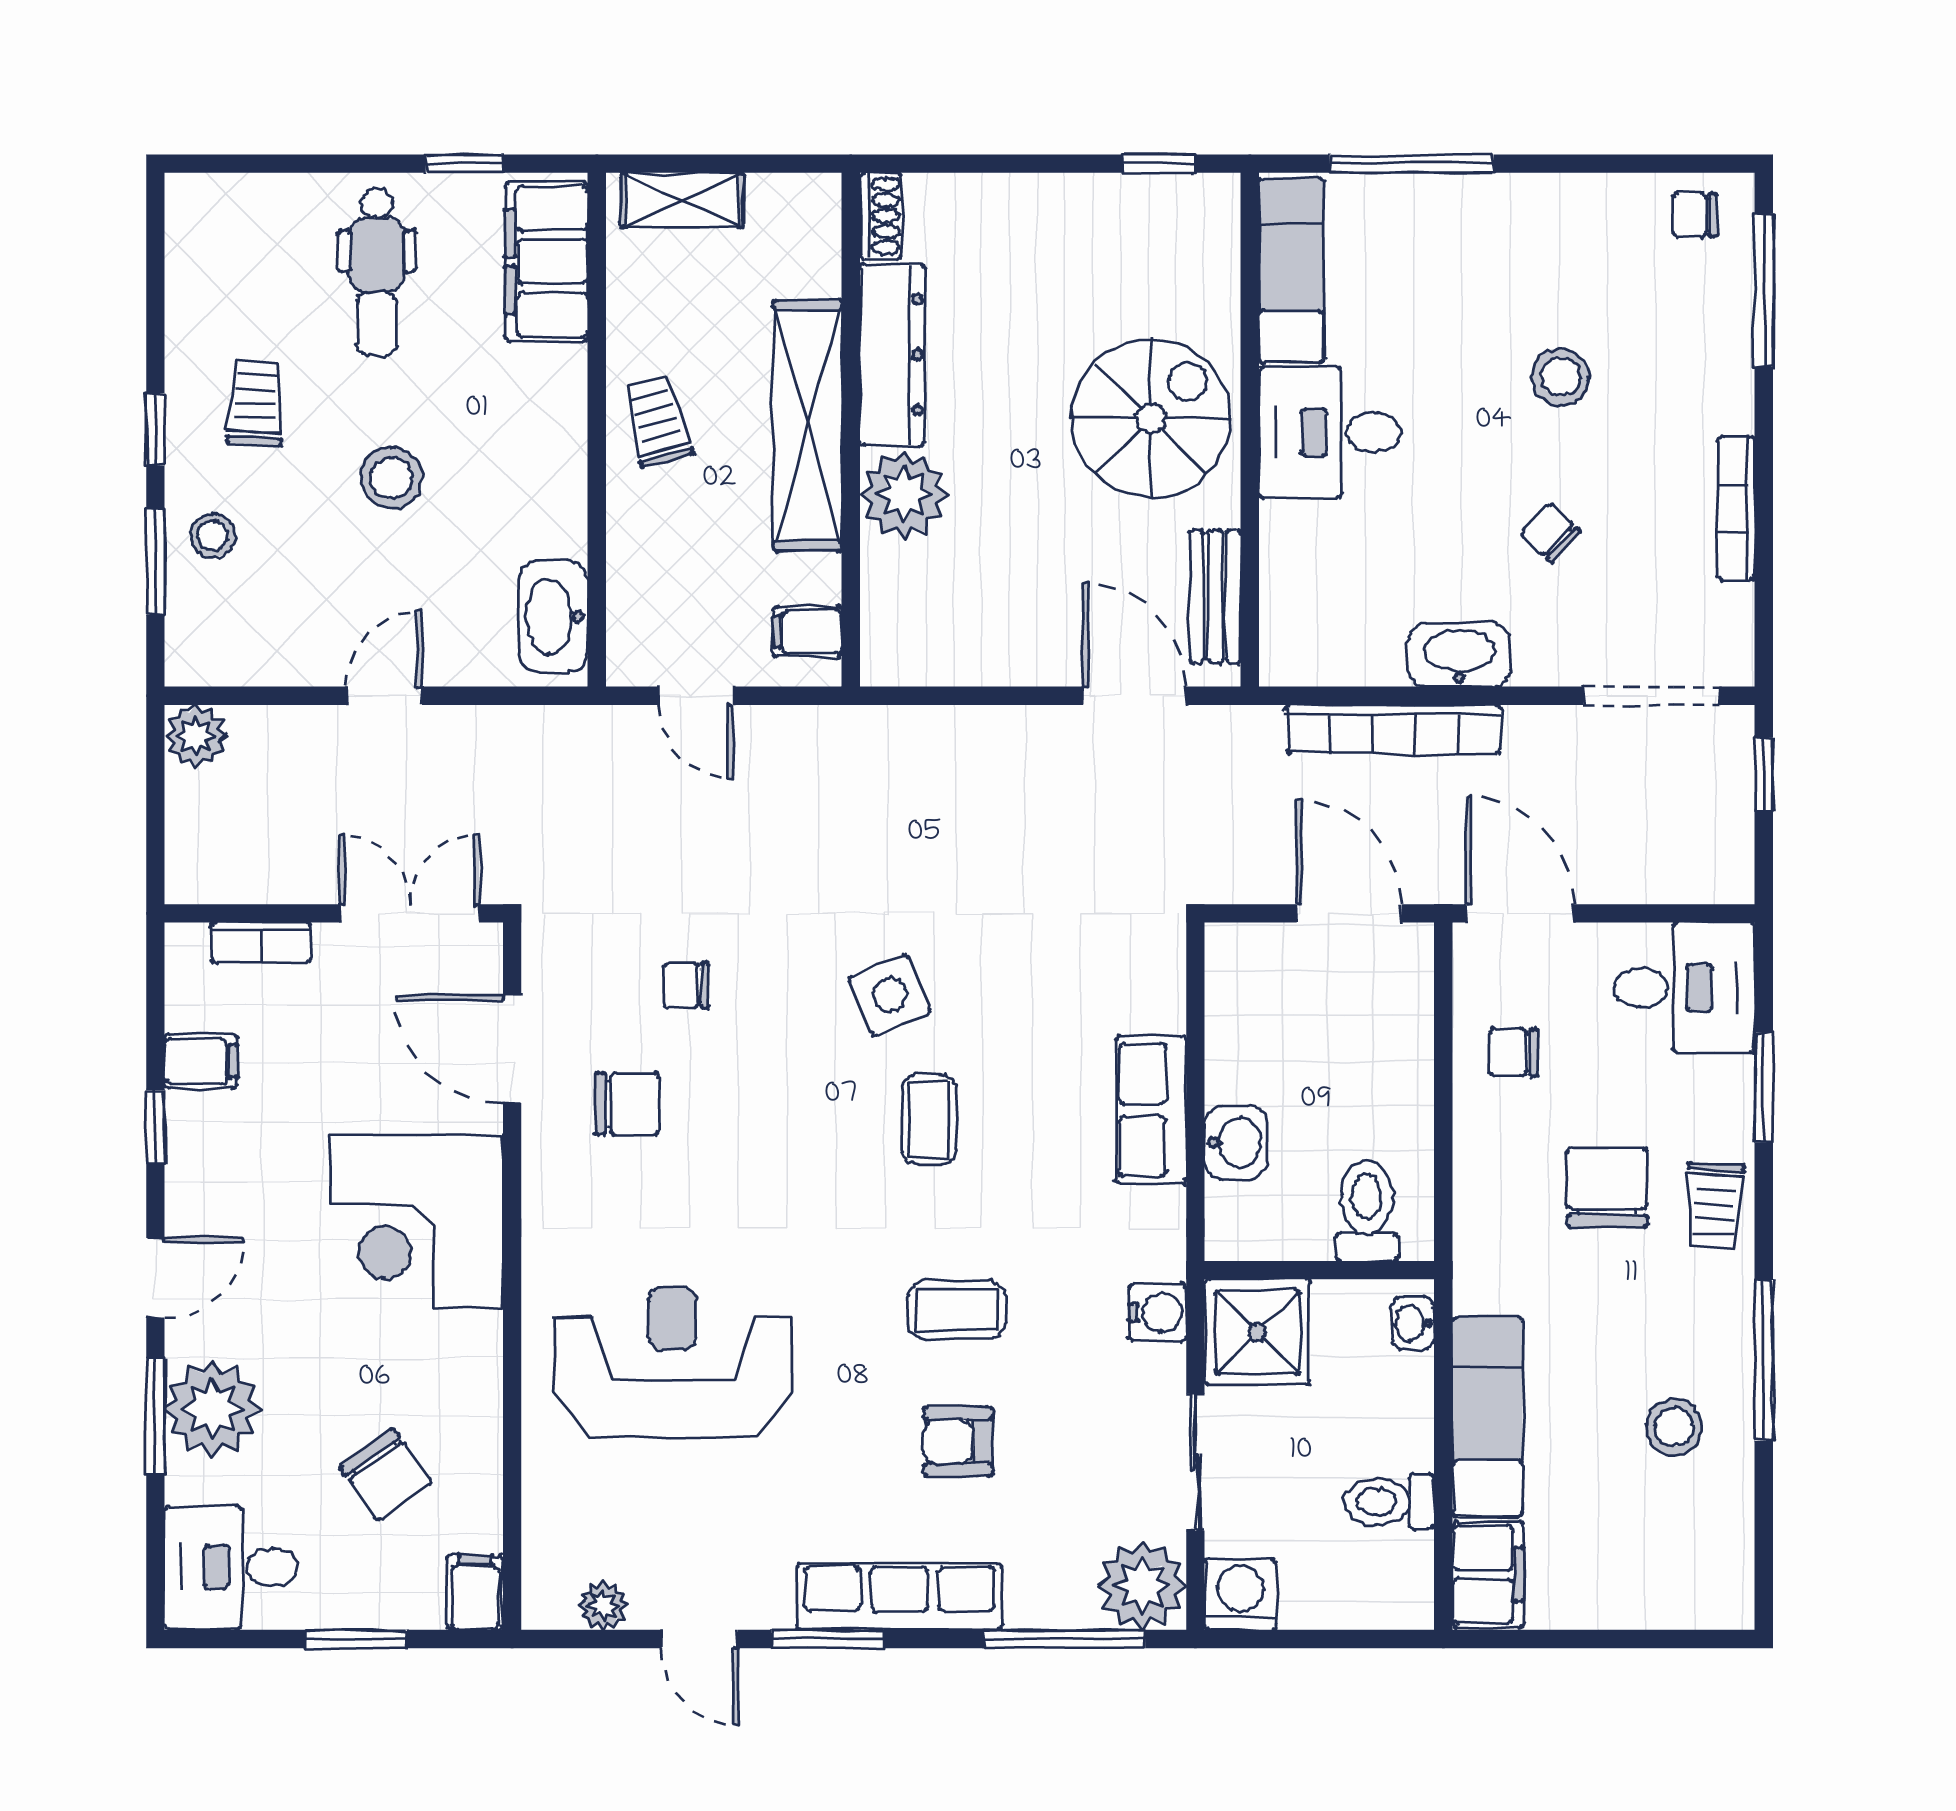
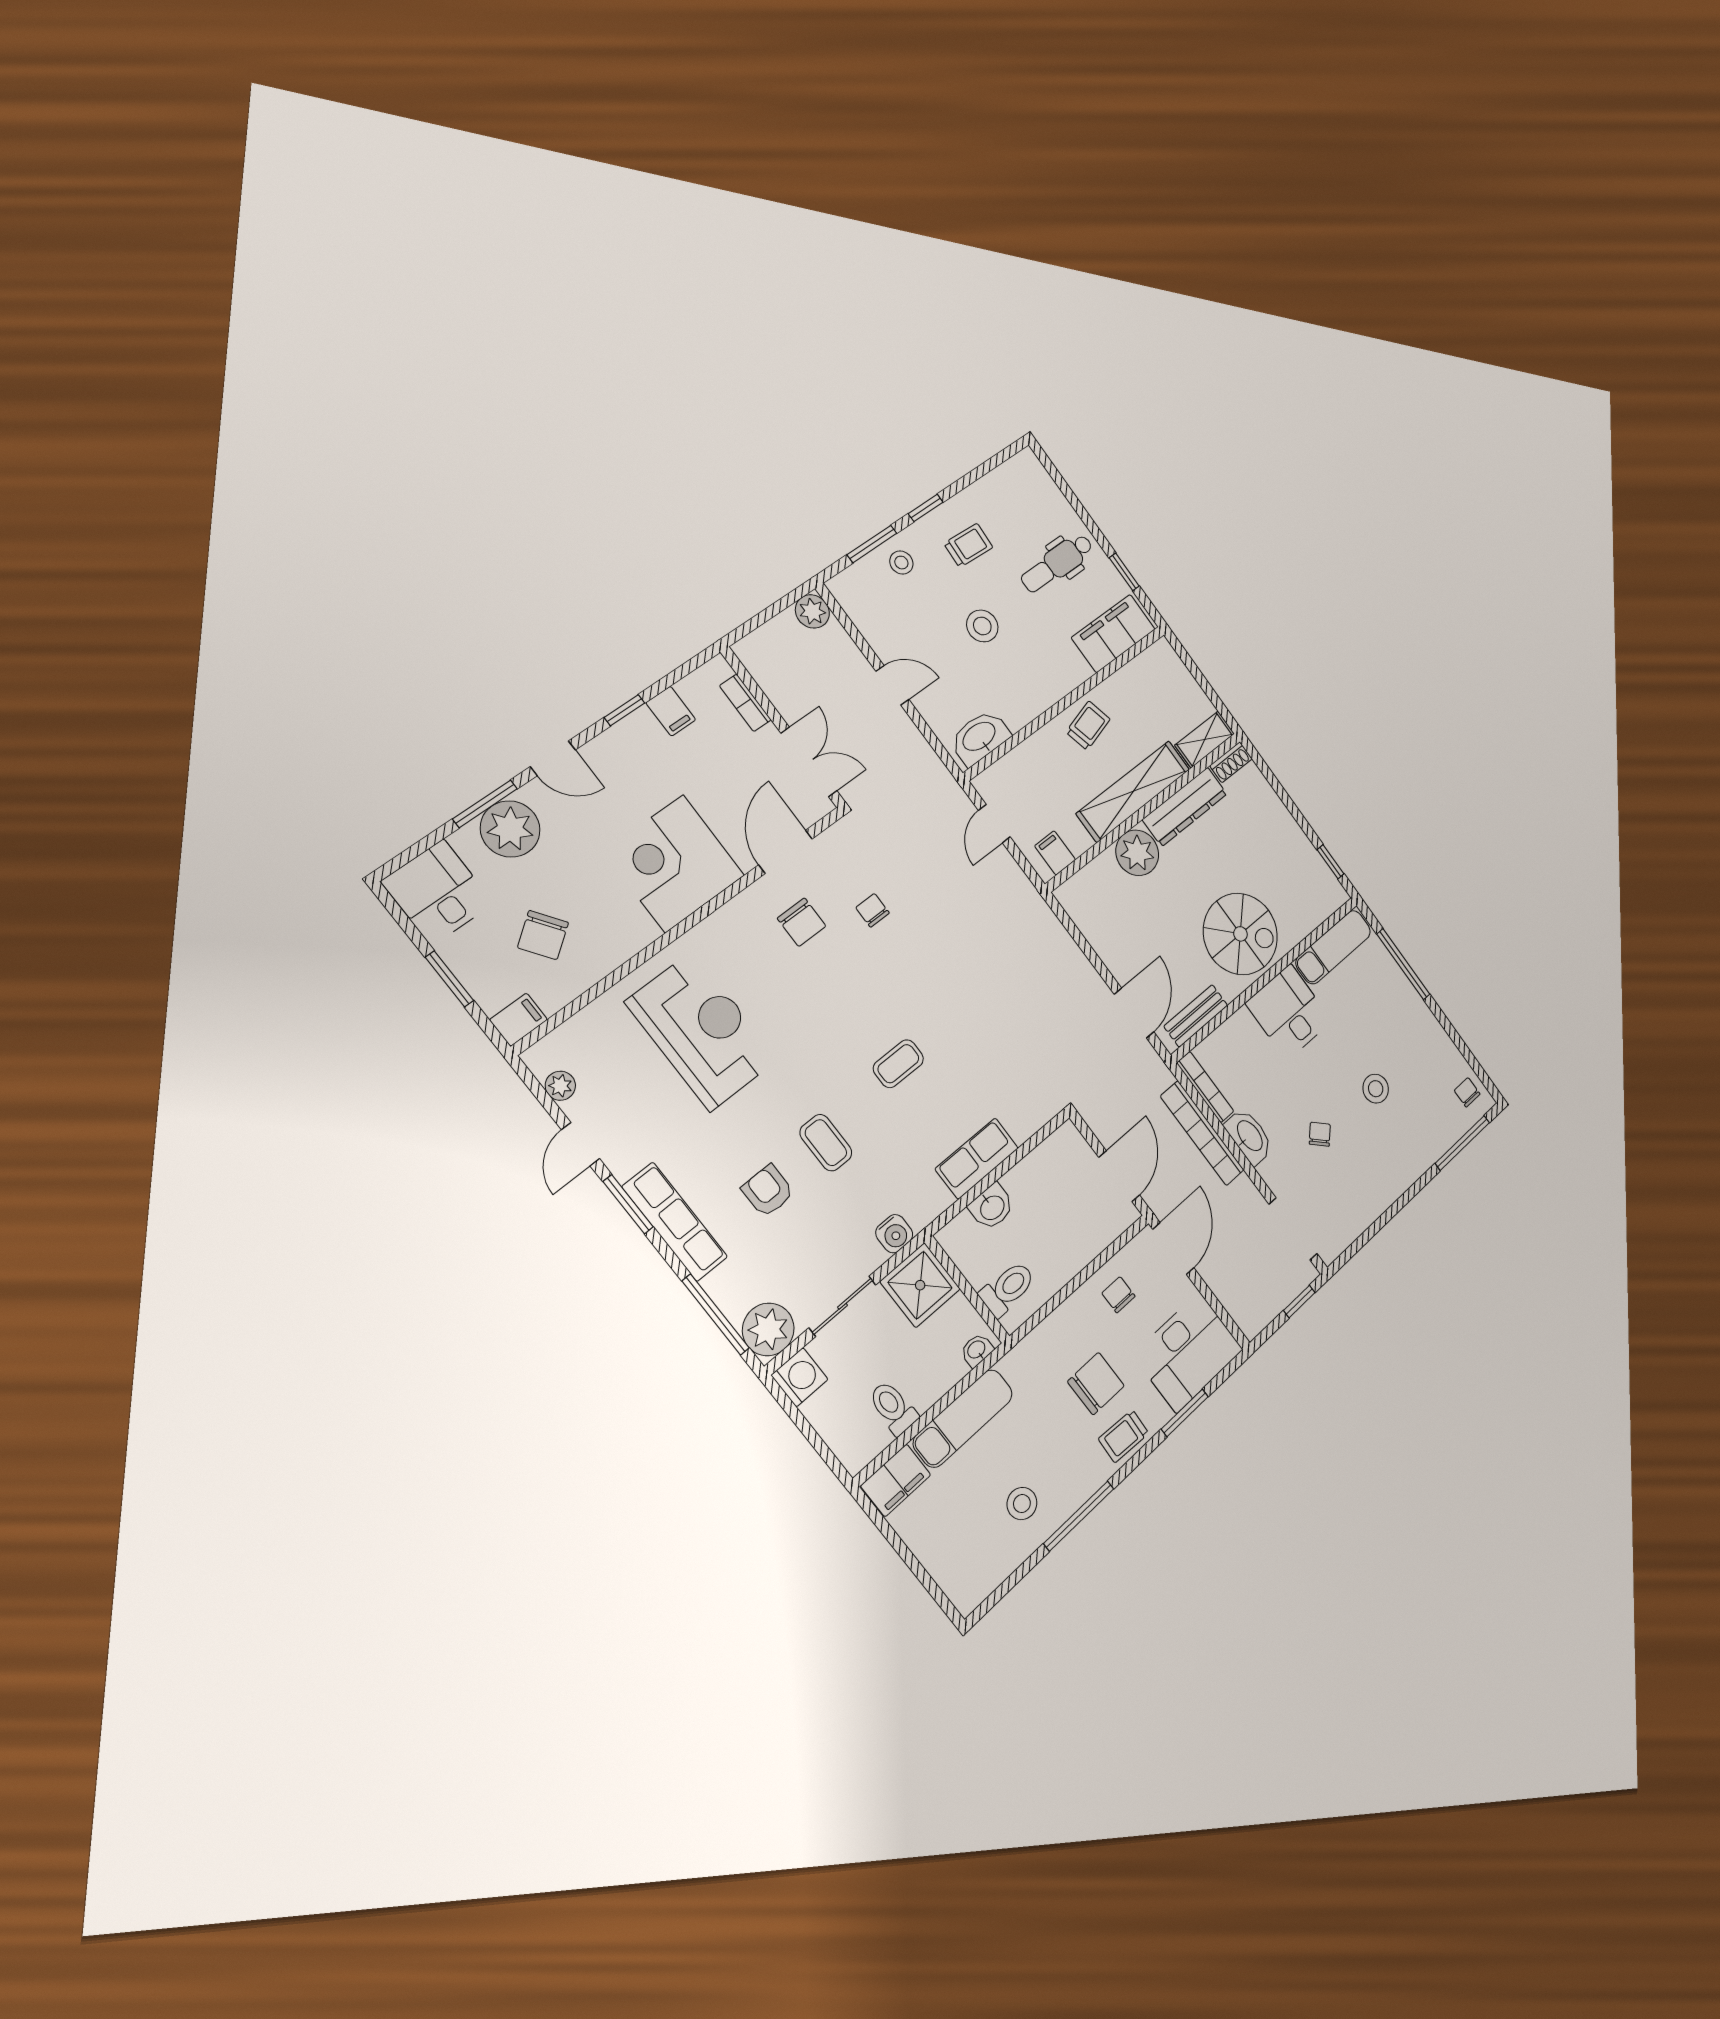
shelving: (682, 200) -> (1205, 740), moved, turned 90
bookcase: (1736, 508) -> (1205, 1087), moved, turned 90
desk: (1684, 988) -> (1188, 1352), width x1.37
side table: (890, 995) -> (937, 1004), removed

